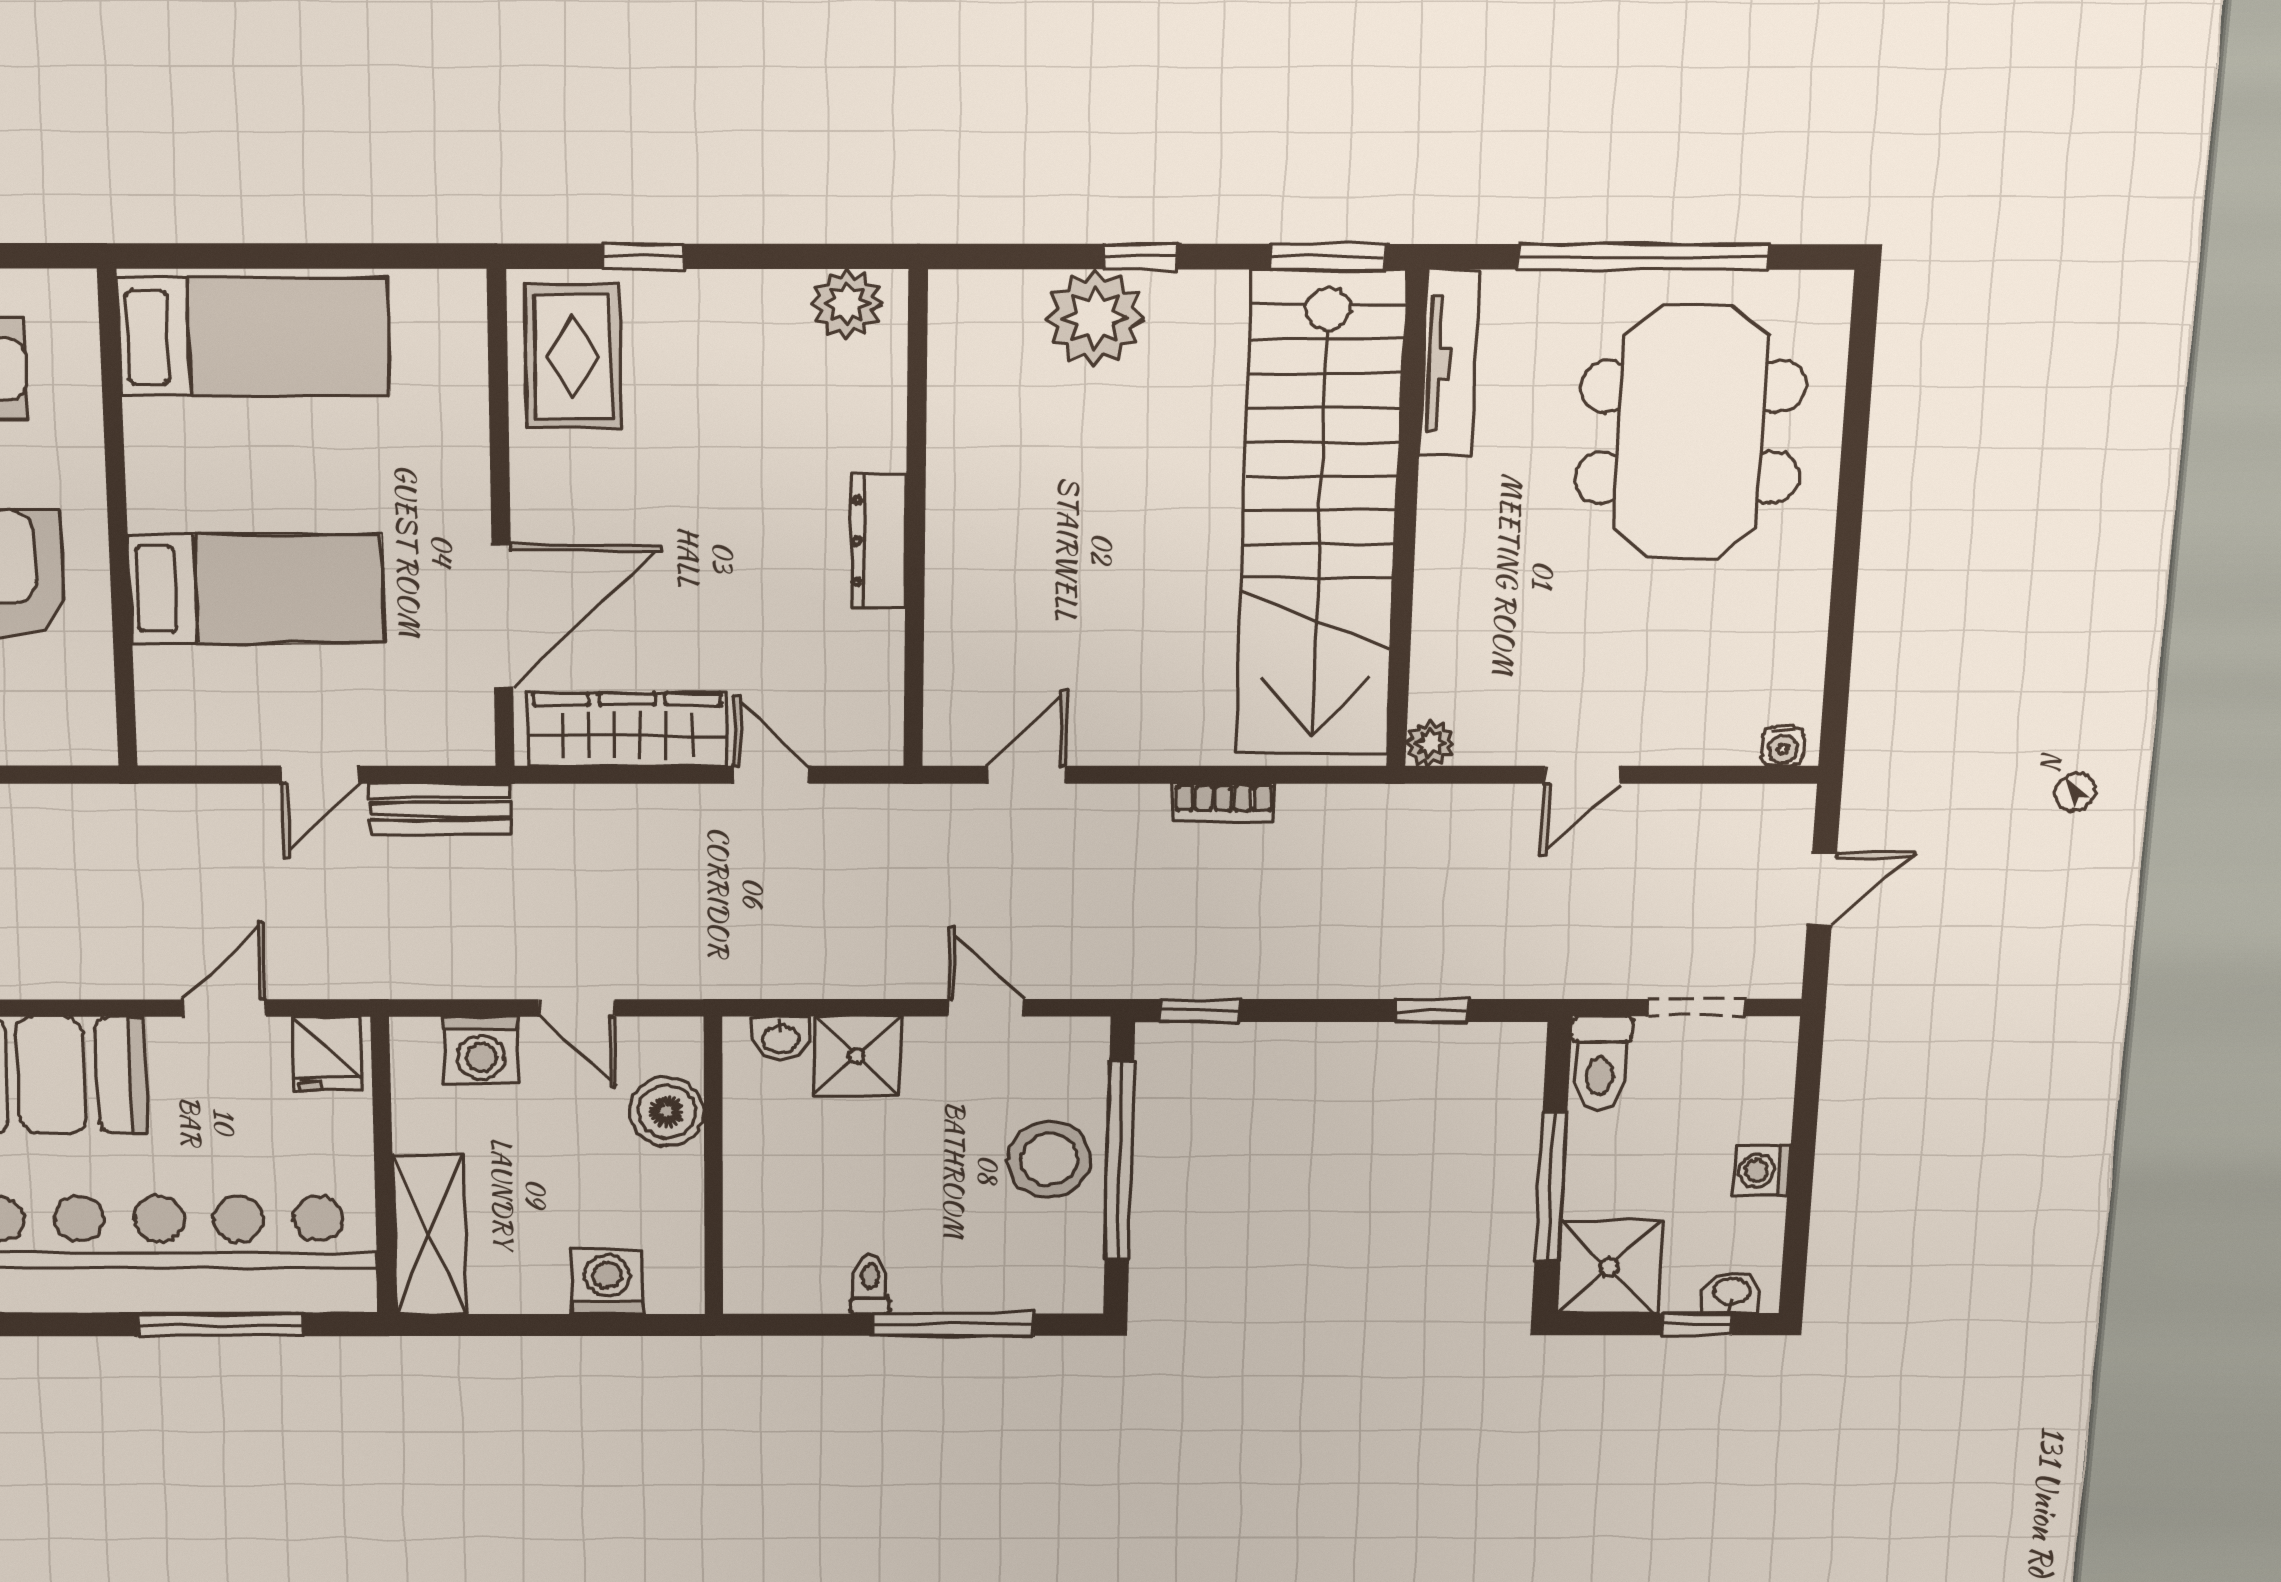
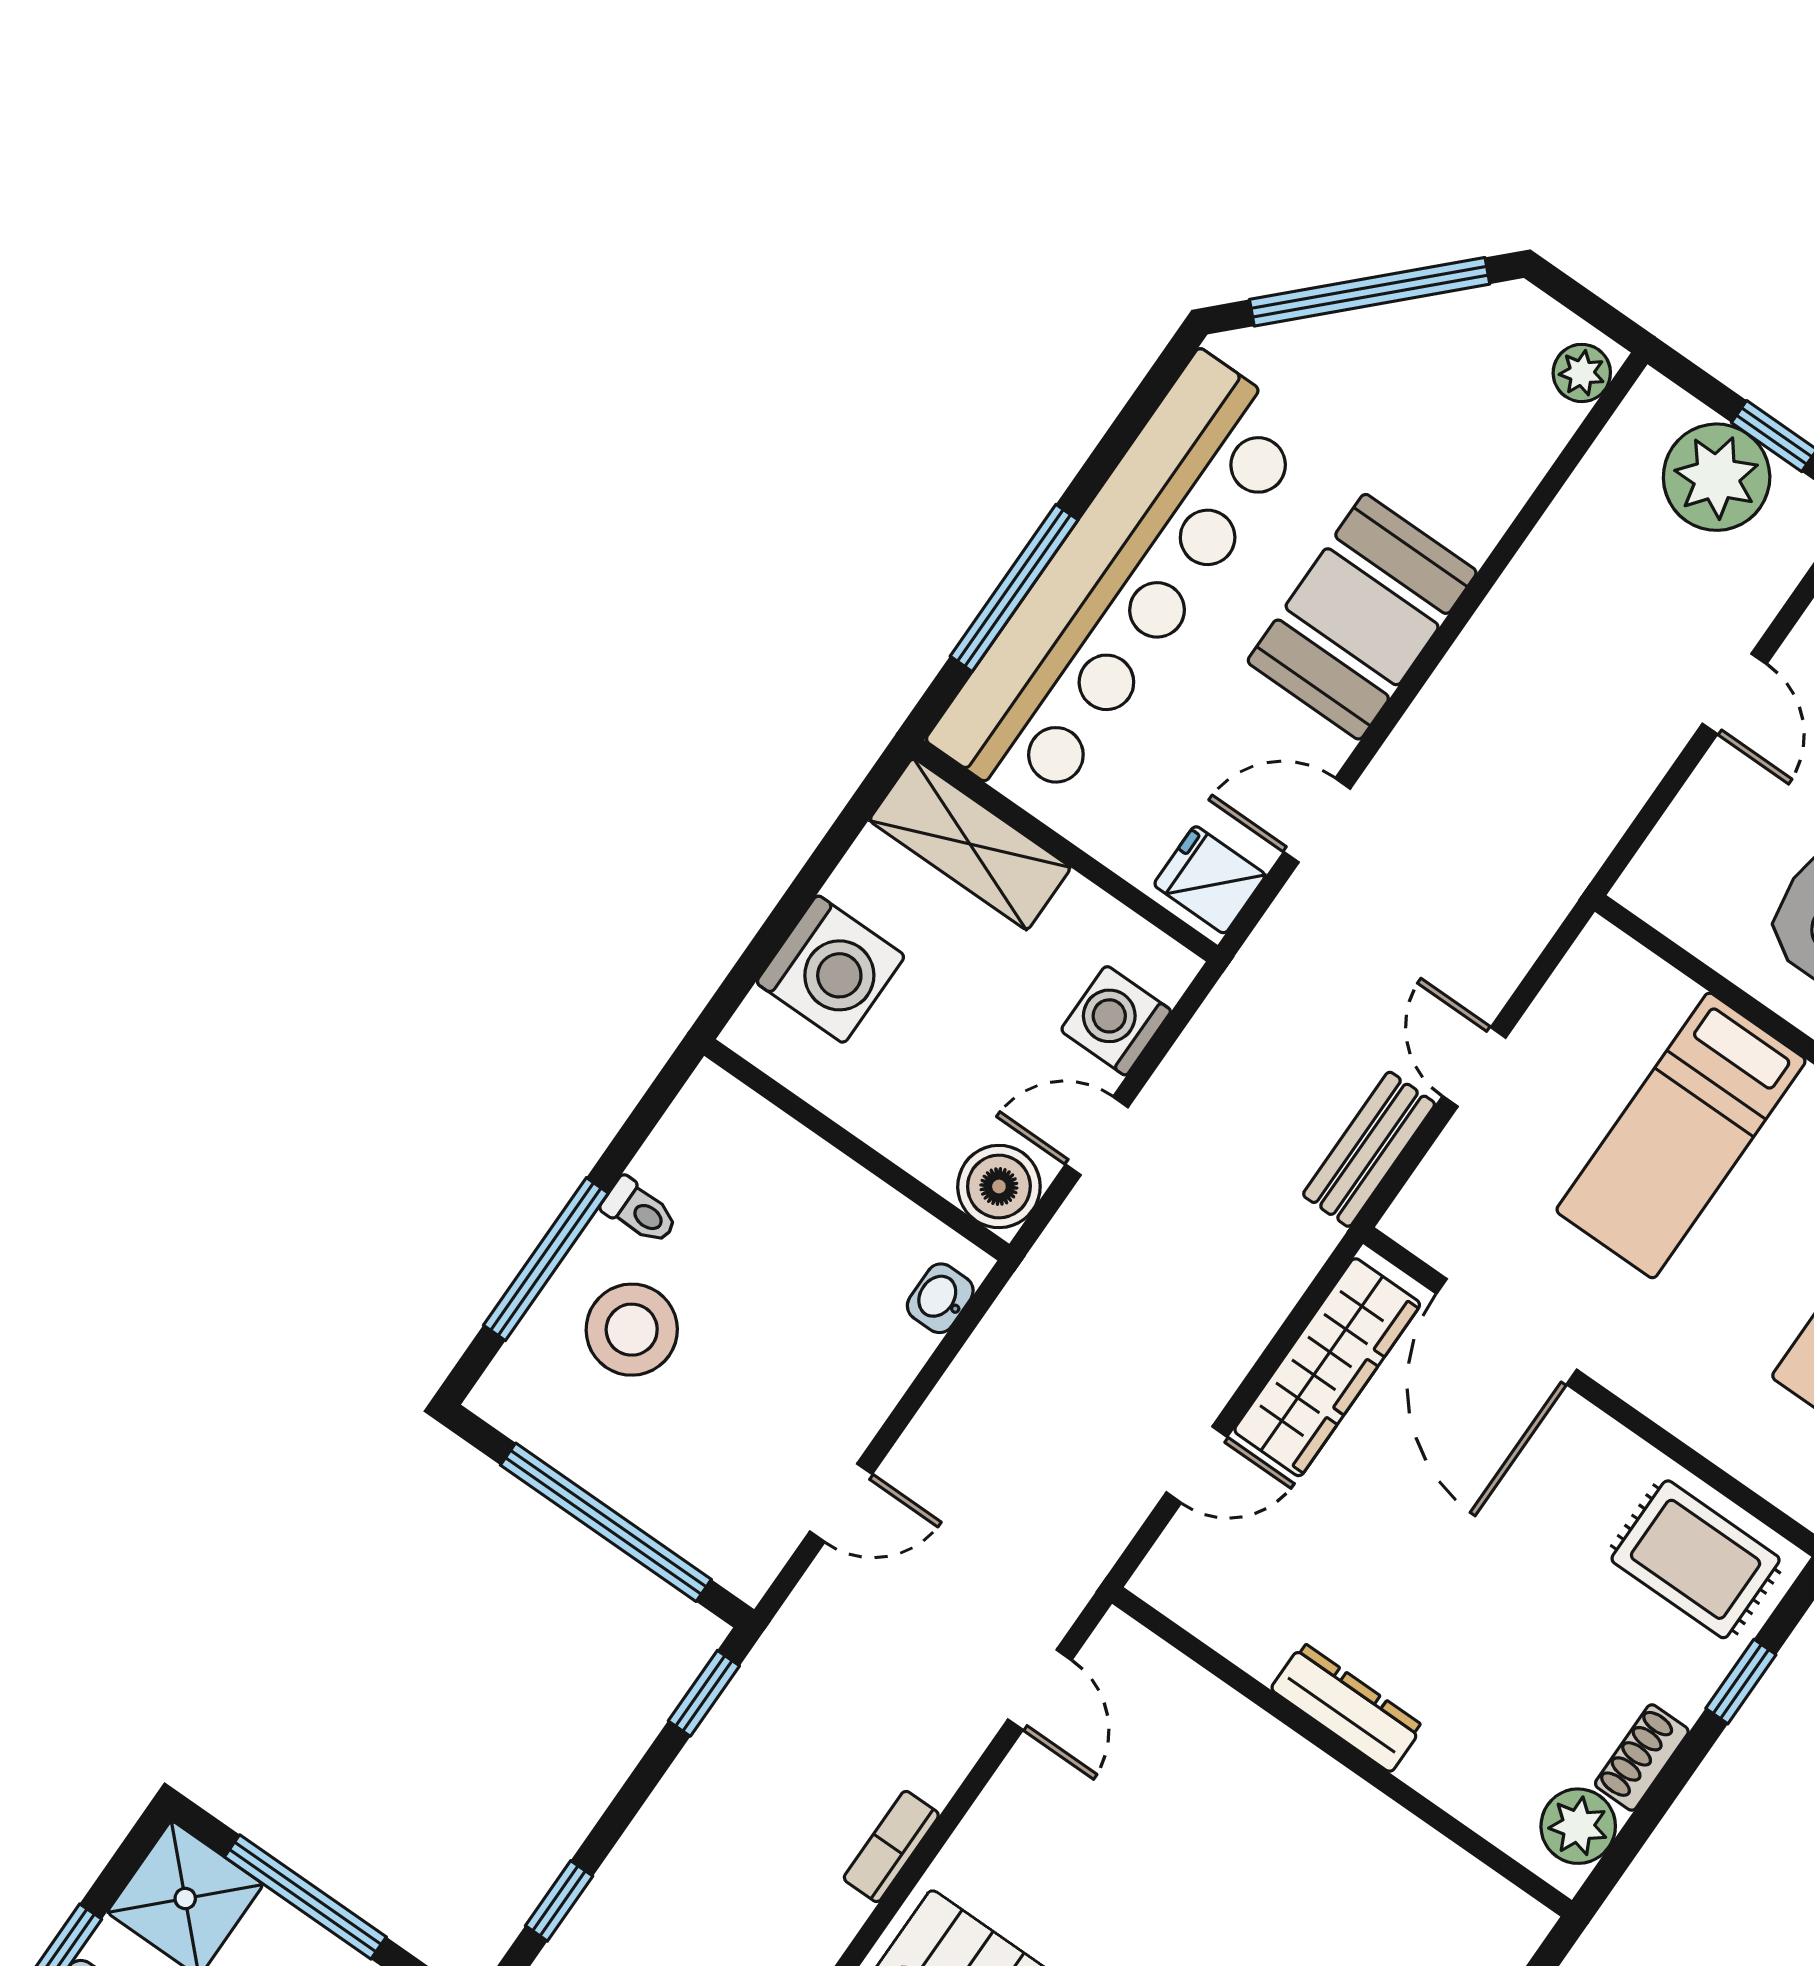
shoe rack: (758, 292) -> (1642, 1757), added
door: (225, 1008) -> (1317, 820), swing flipped
shower: (857, 1056) -> (875, 1355), removed
boiler: (667, 1112) -> (999, 1187), moved
stool: (1049, 1159) -> (632, 1330), moved
washing machine: (607, 1282) -> (830, 969), width x1.37, depth x1.37

